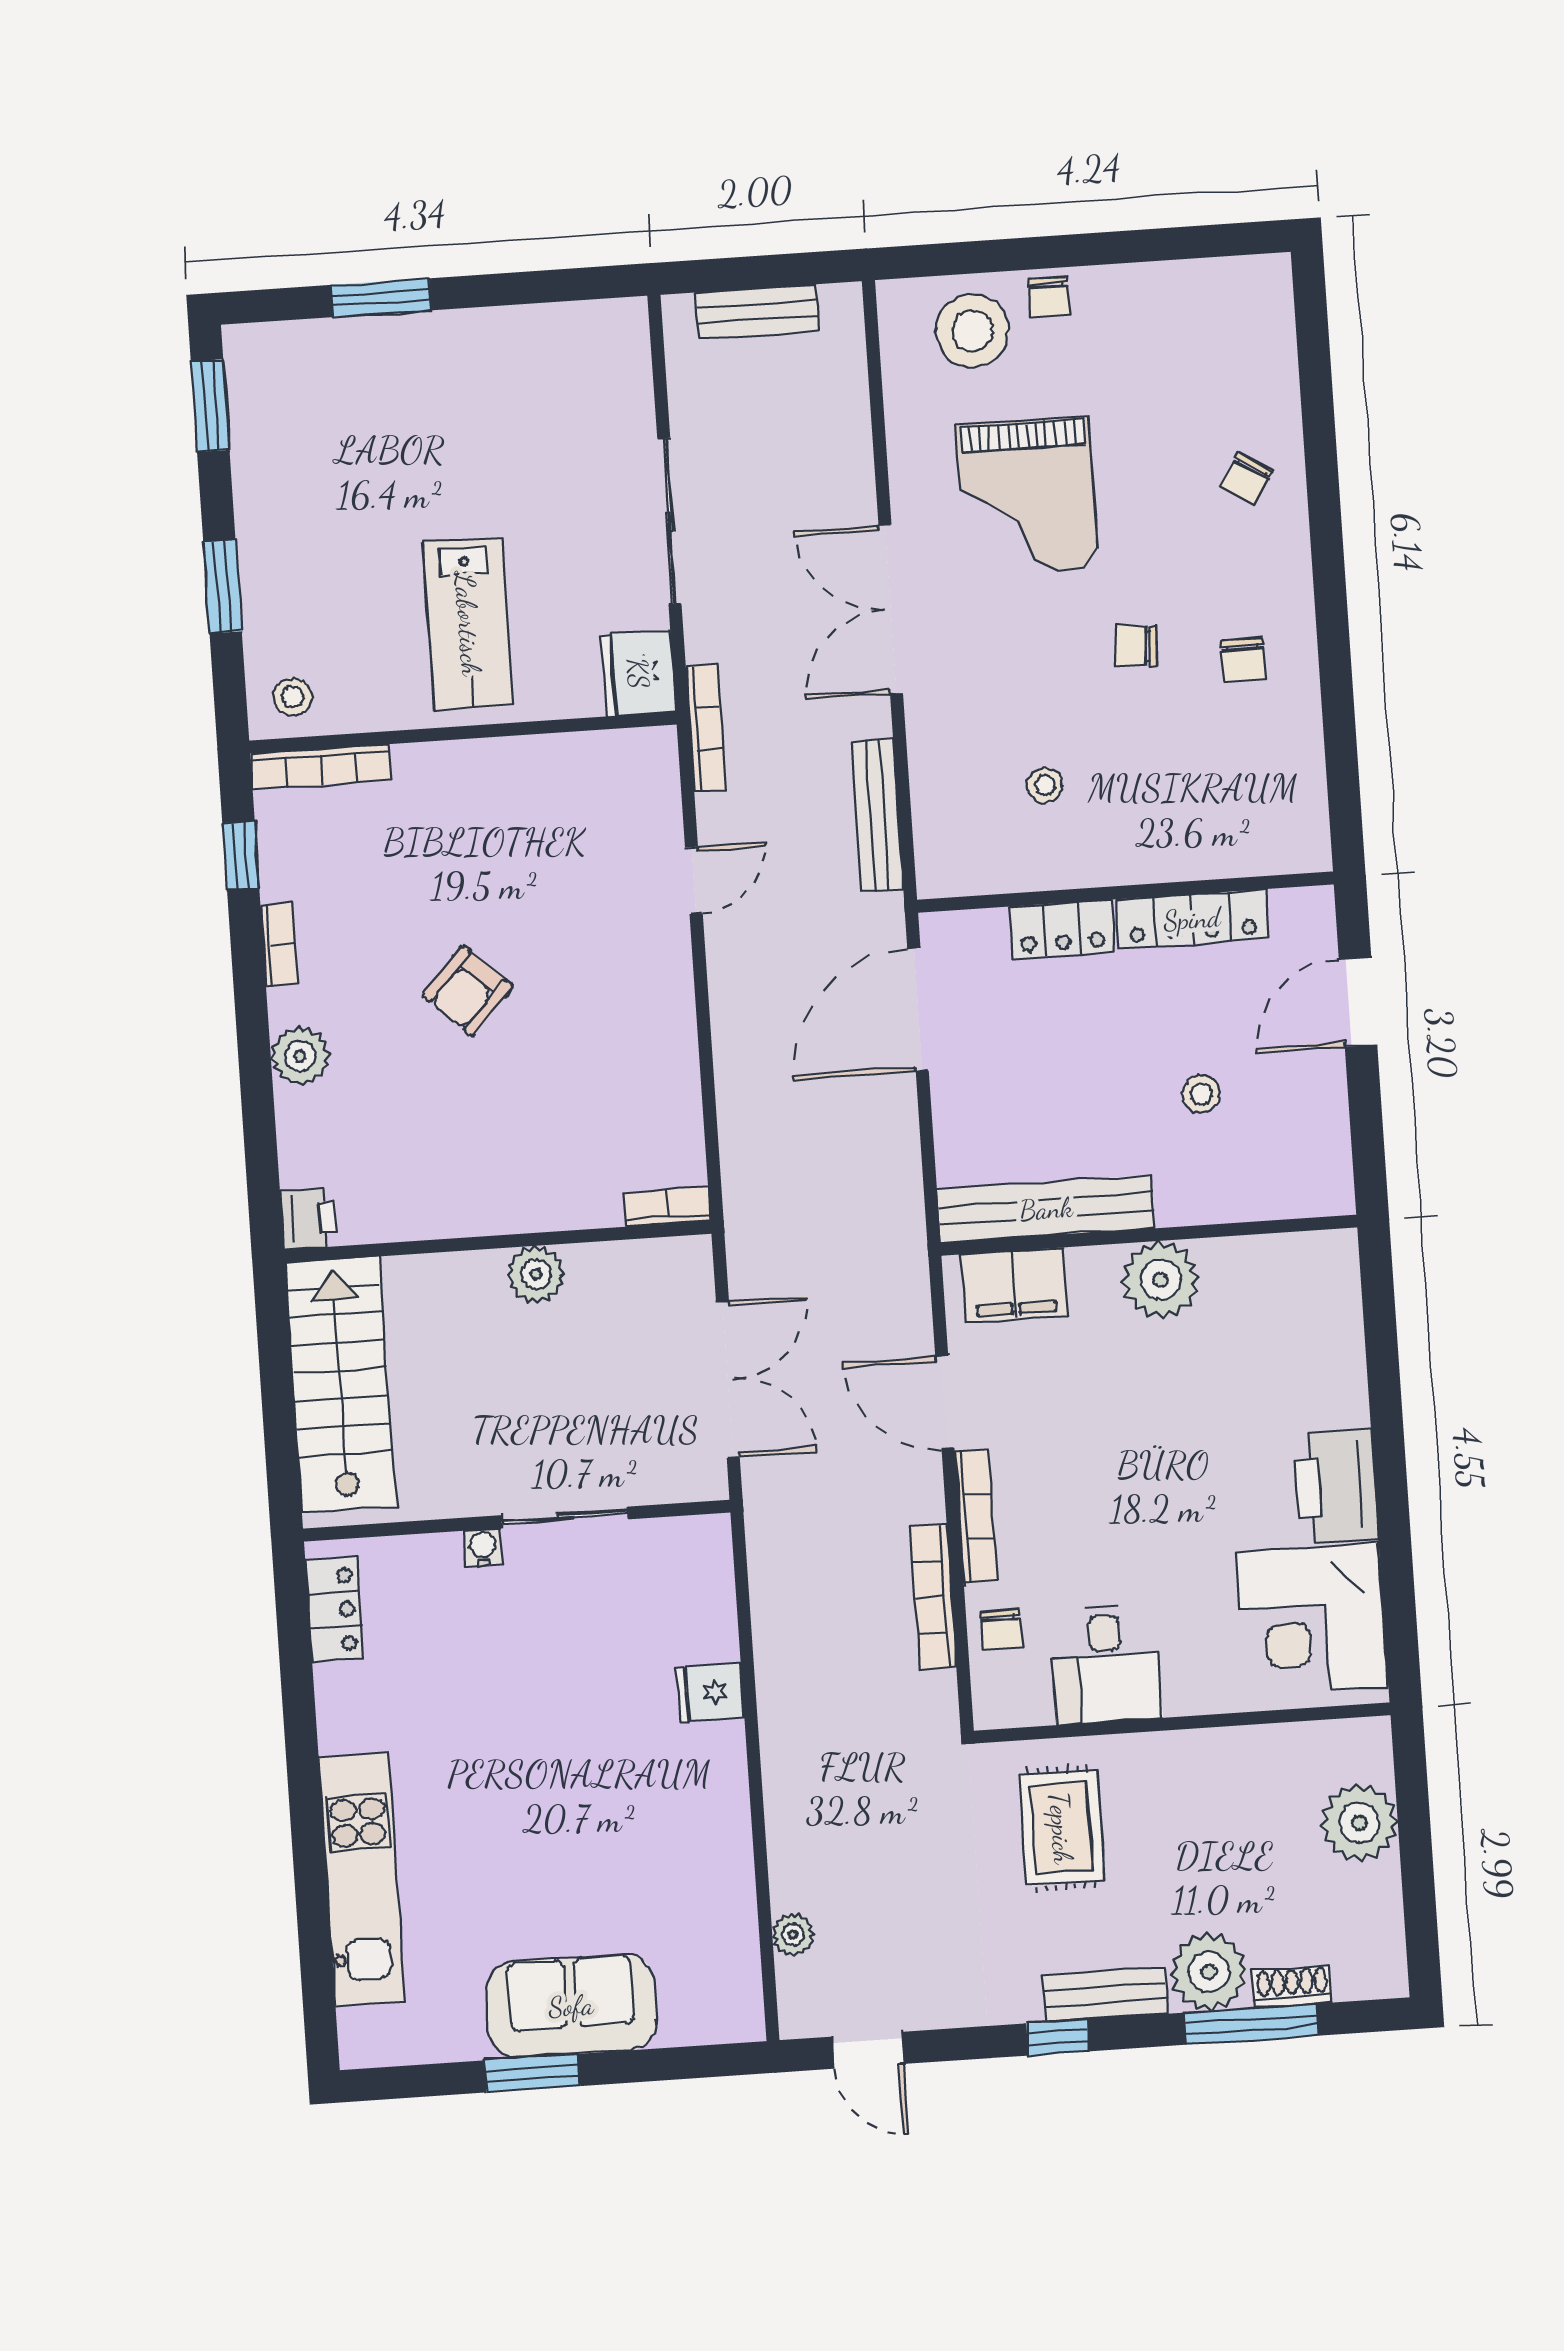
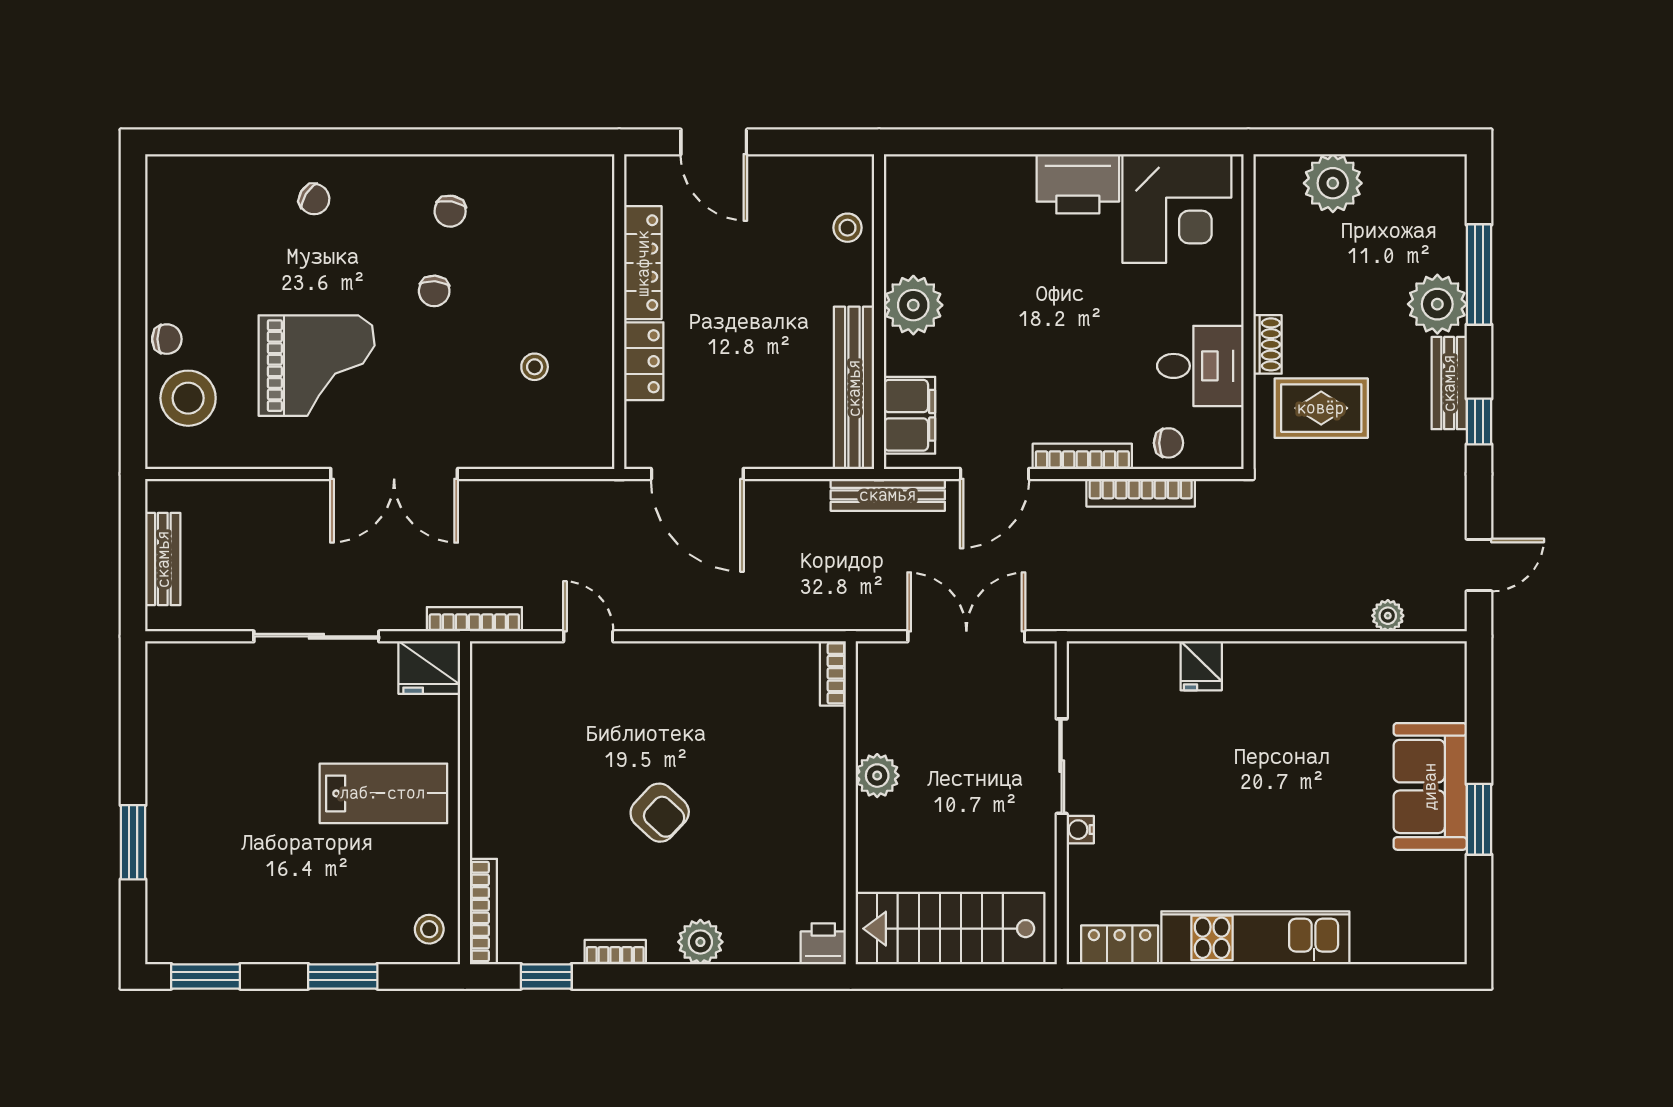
chair: (1243, 660) -> (450, 211), turned 100
bench: (877, 815) -> (888, 495), moved
stool: (1201, 1094) -> (847, 228), moved
kitchen unit: (362, 1879) -> (1255, 938), moved
shoe rack: (1292, 1986) -> (1267, 344), moved, turned 180

